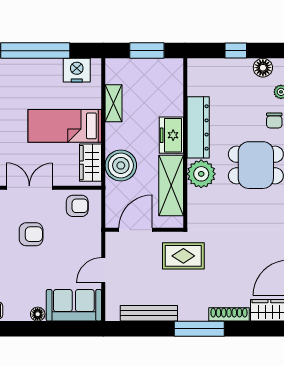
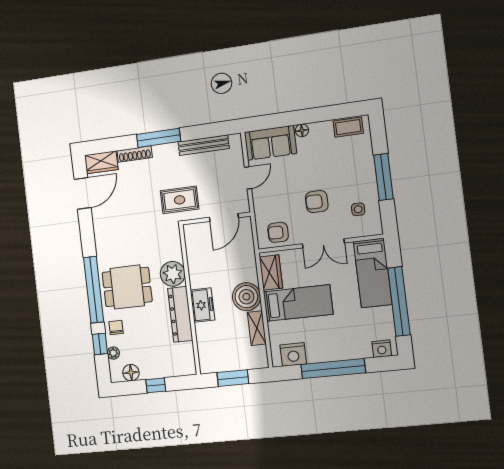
boiler: (121, 165) -> (246, 297), moved
shelving: (171, 185) -> (197, 261), removed

